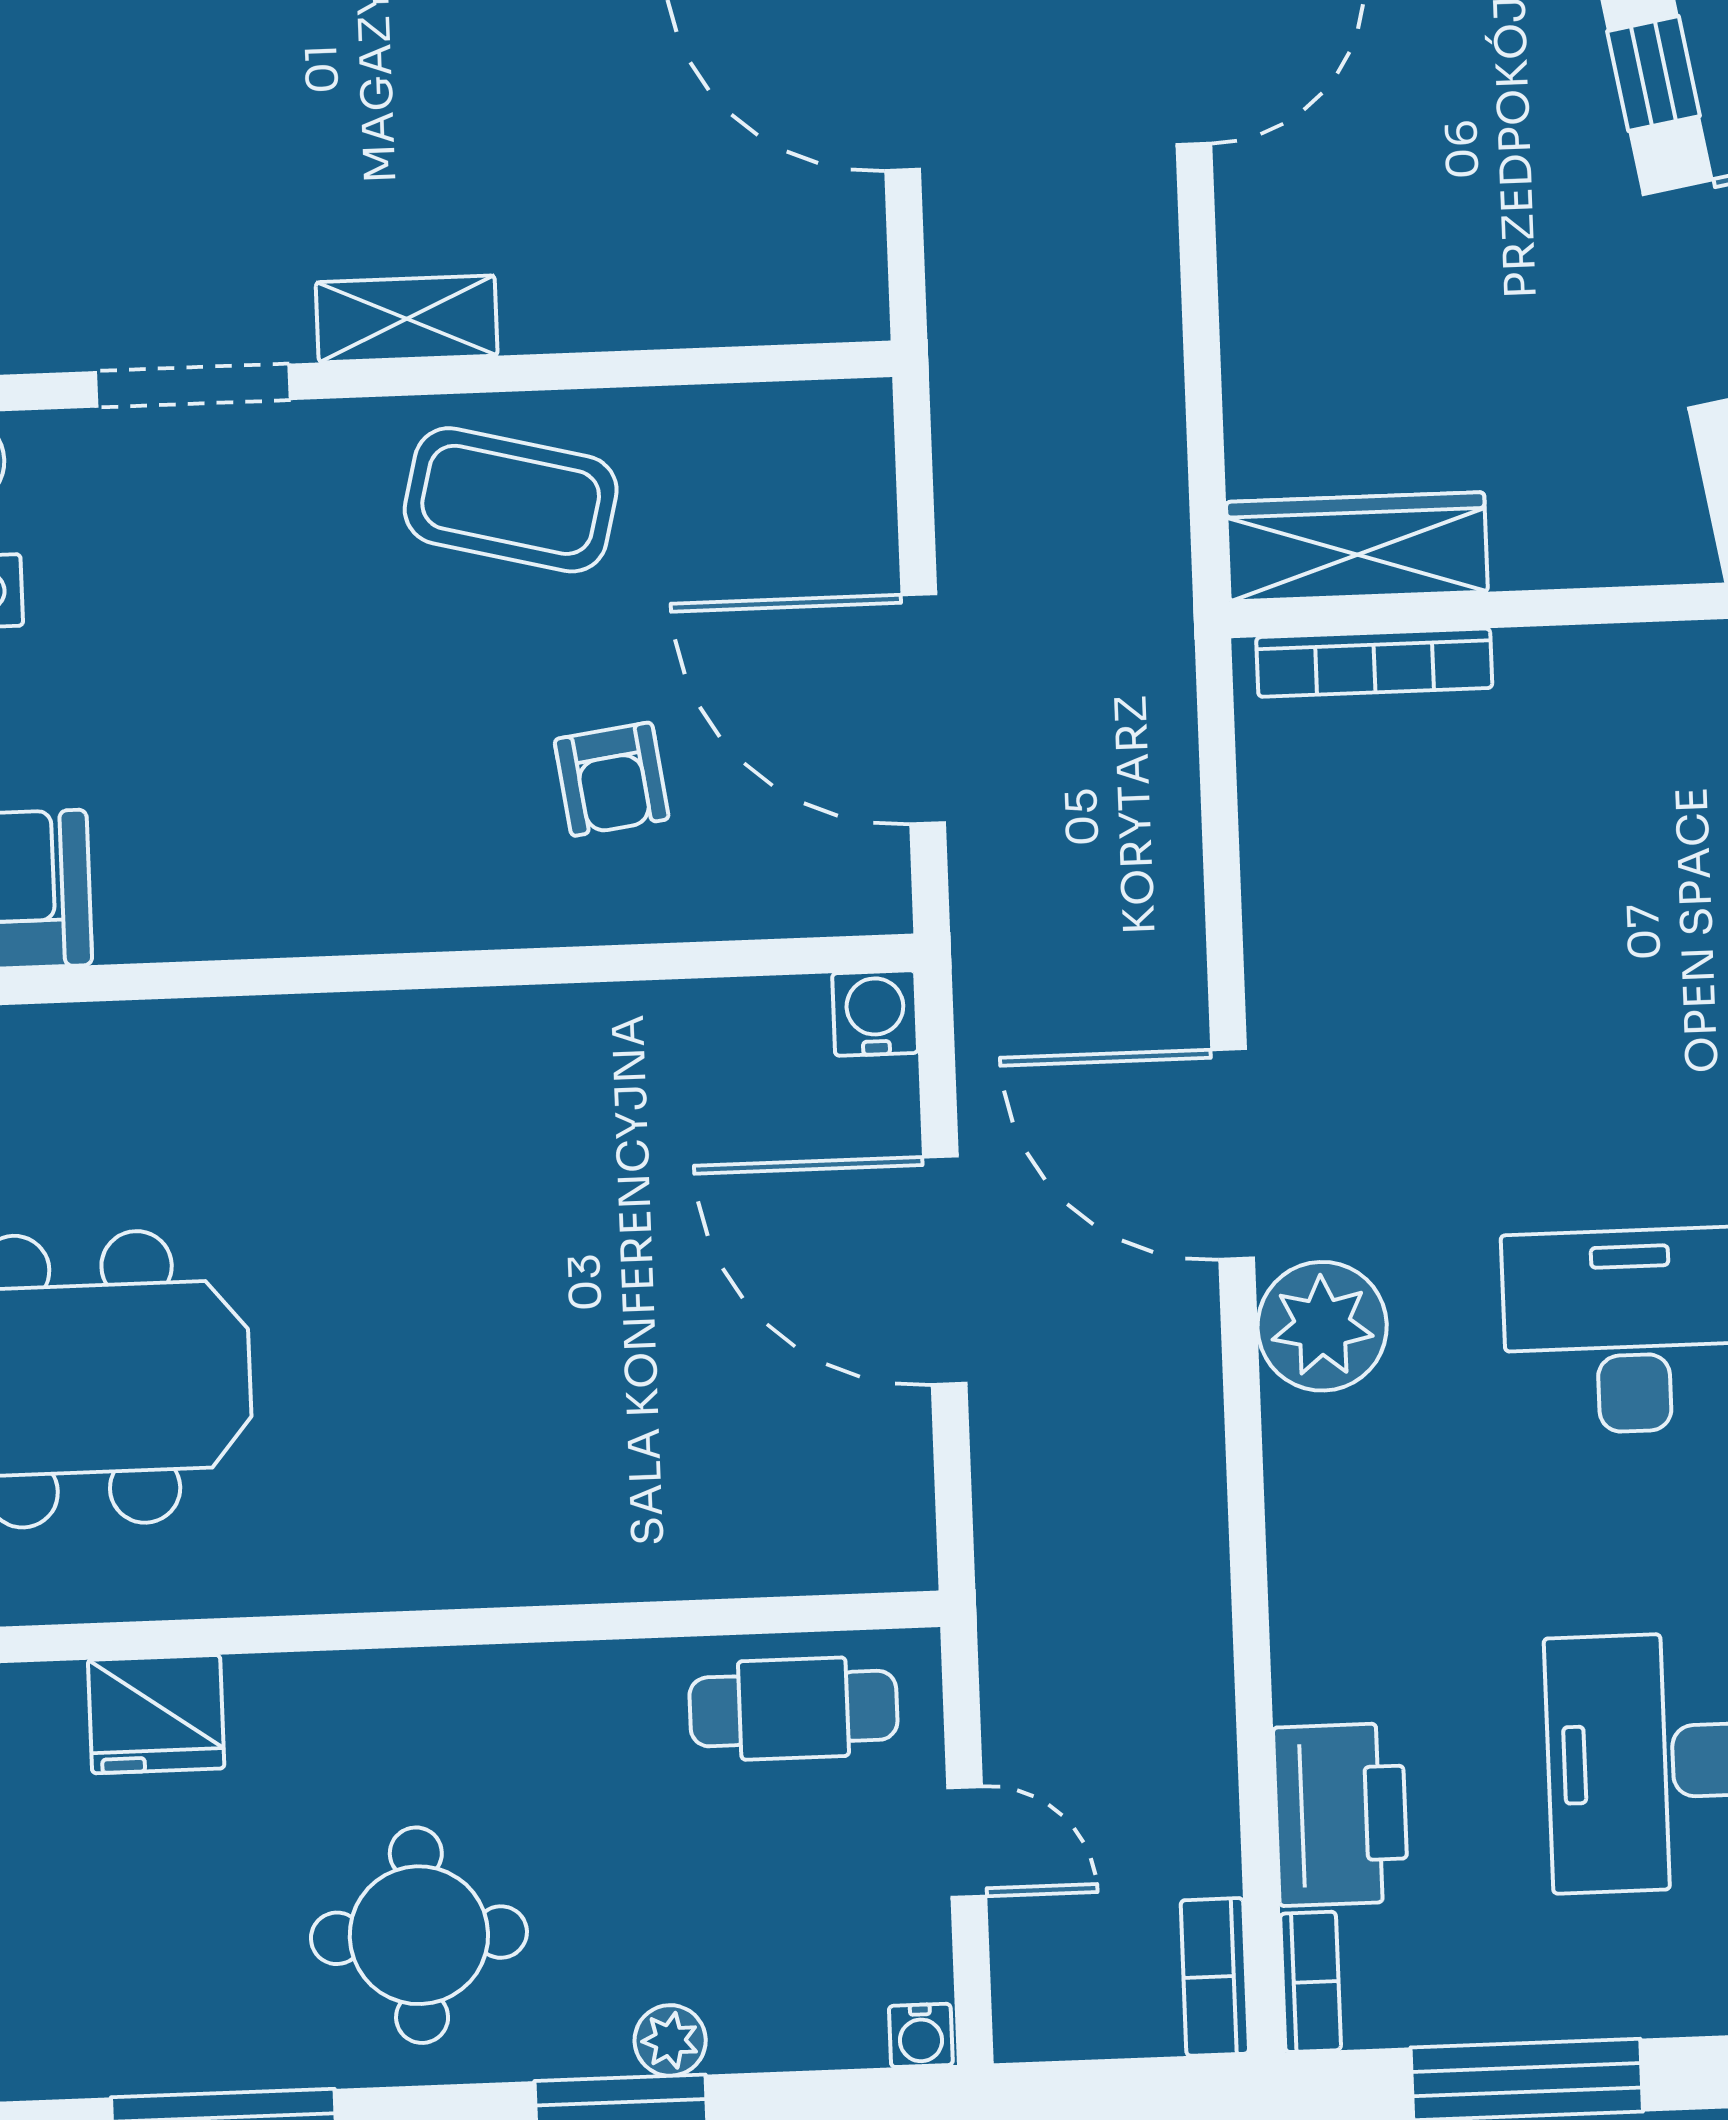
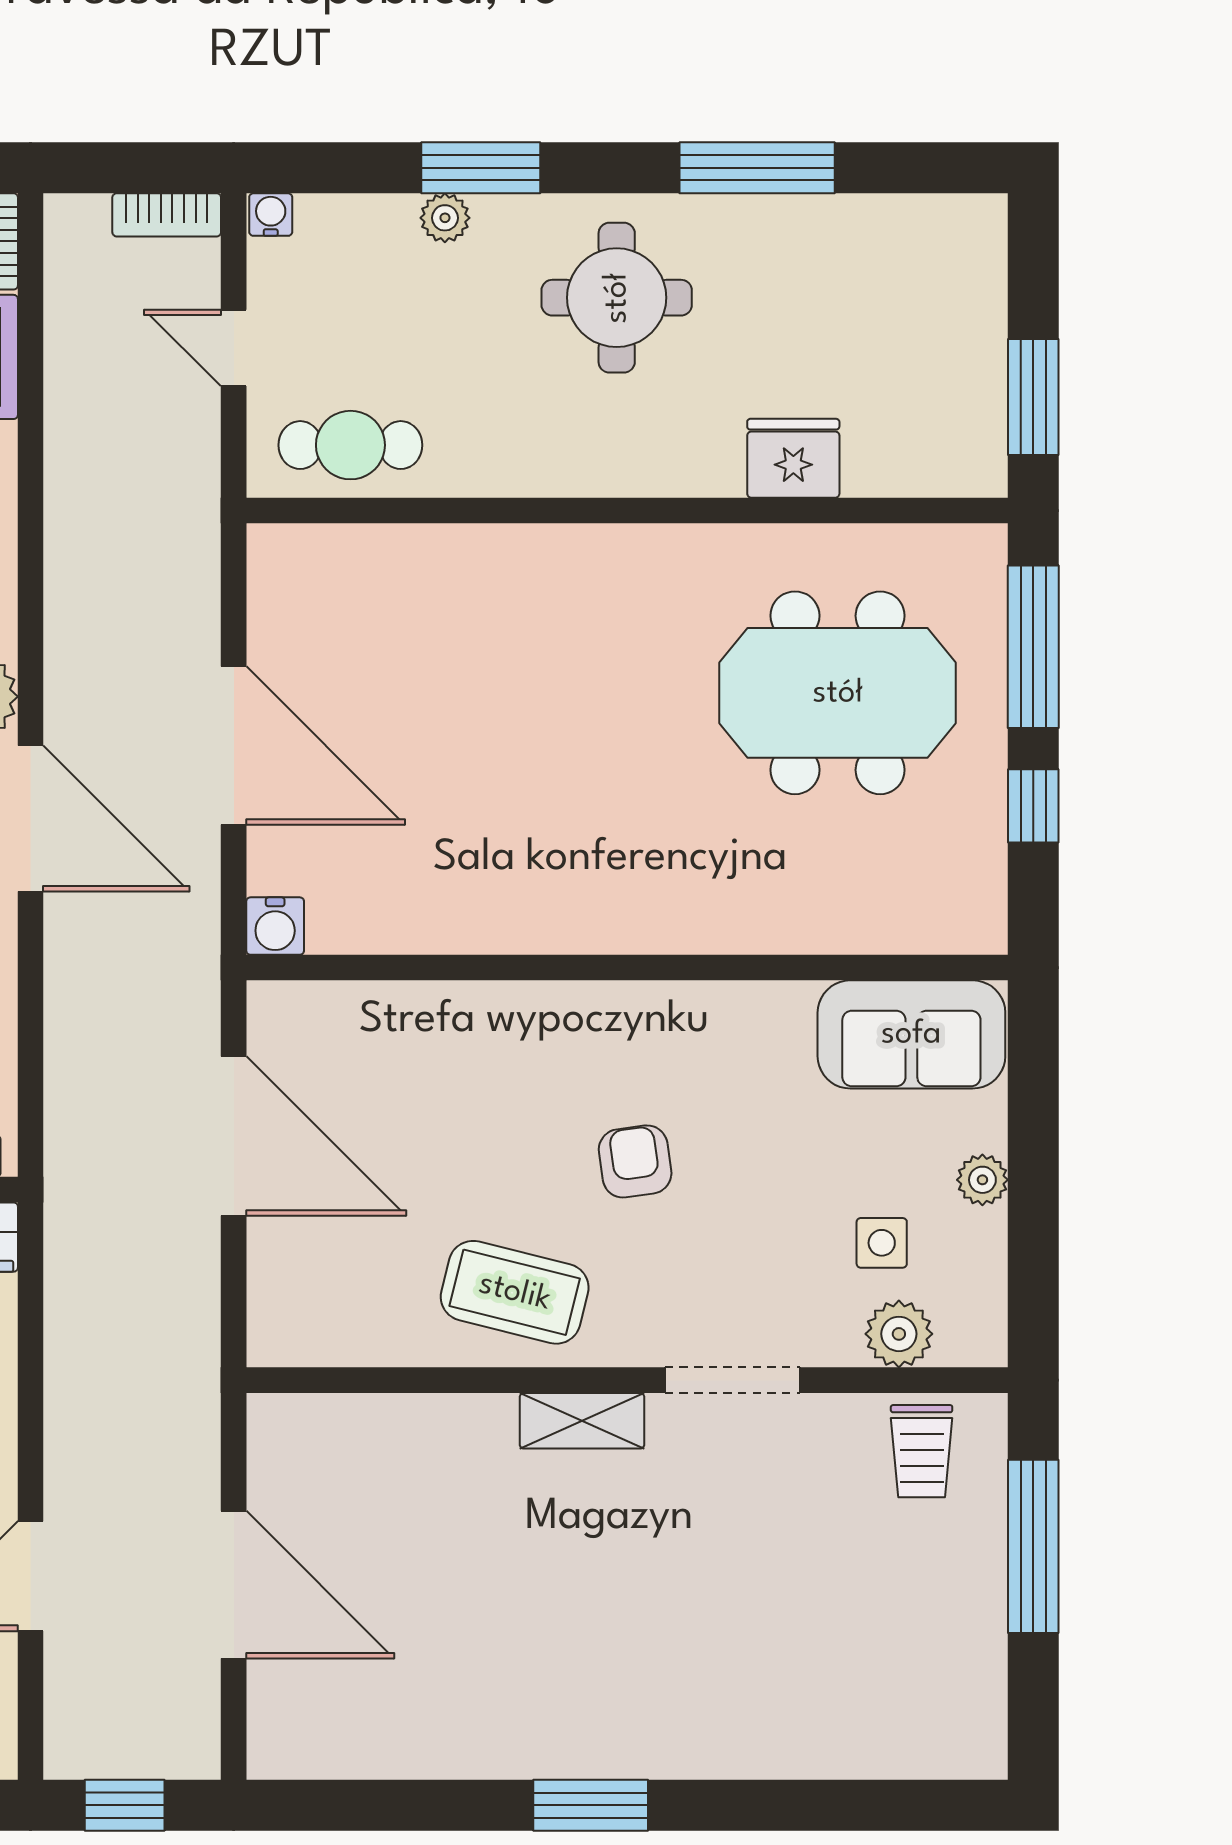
armchair: (612, 779) -> (635, 1161), moved
bookcase: (1215, 1977) -> (167, 215), moved, turned 90

